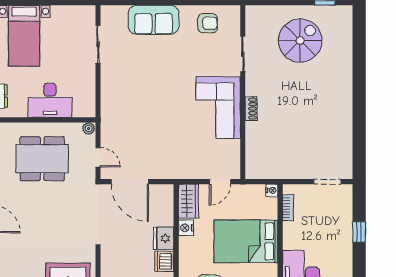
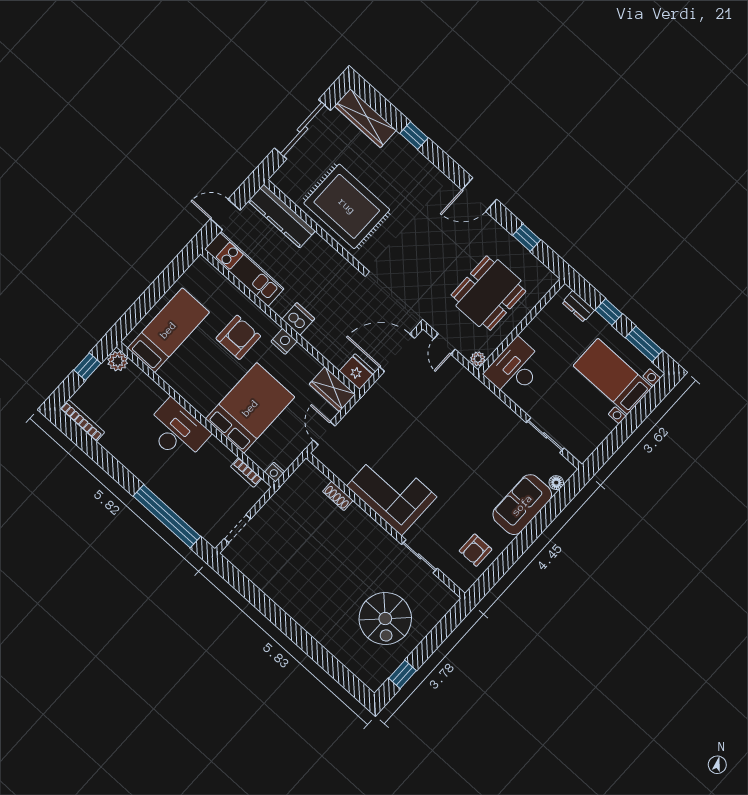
floor lamp: (121, 11) -> (556, 483), added
desk: (50, 100) -> (515, 368), moved
shoe rack: (251, 109) -> (338, 496), moved
door: (98, 157) -> (445, 344), hinge flipped
nightstand: (186, 228) -> (284, 341), moved
window: (359, 232) -> (167, 516), width x3.17
fridge: (164, 238) -> (357, 372), moved

